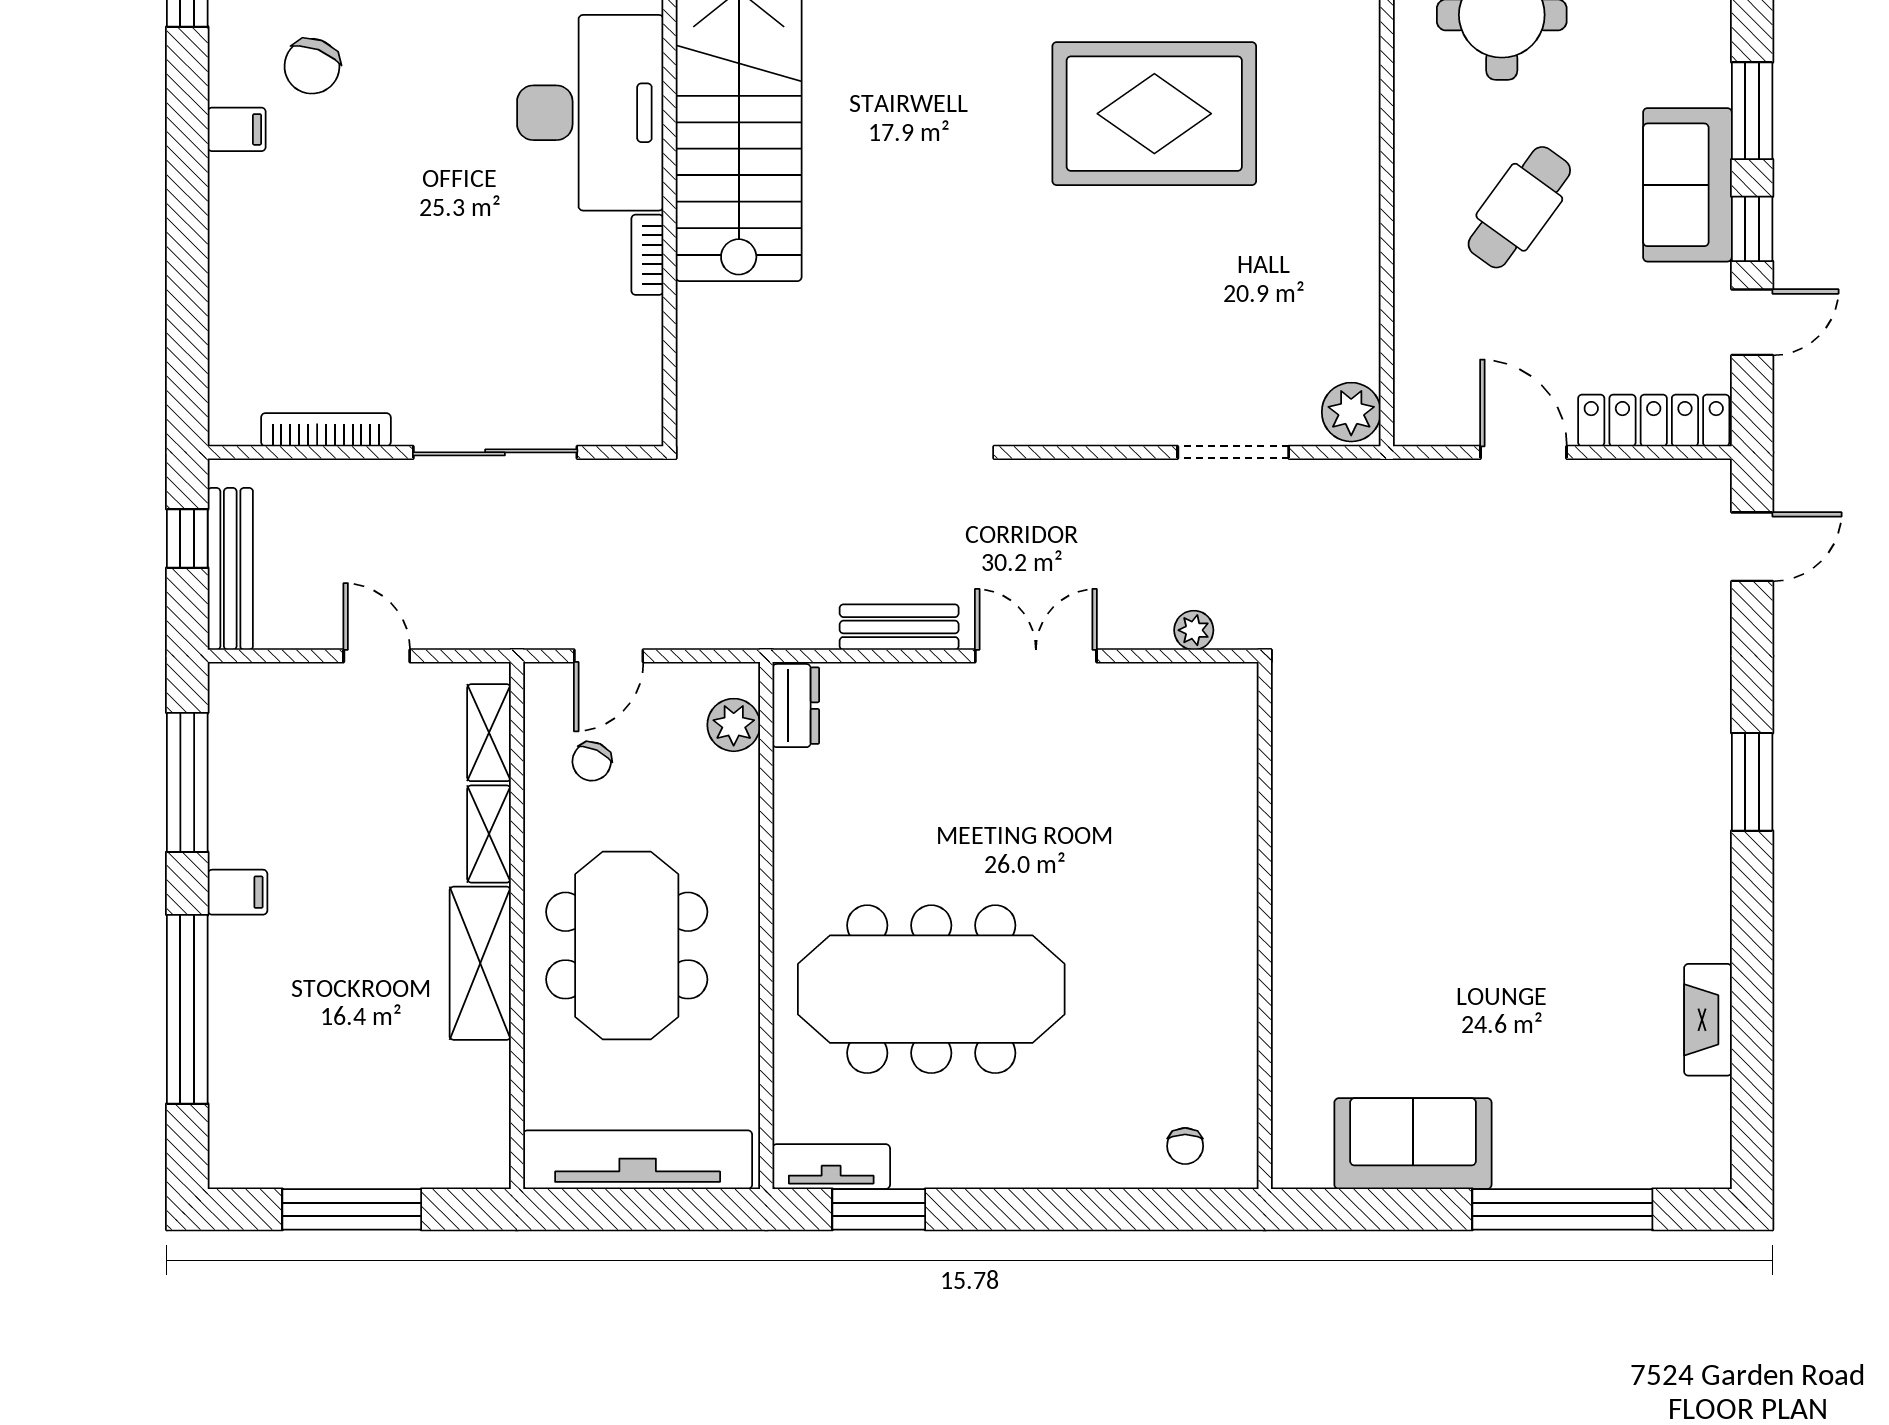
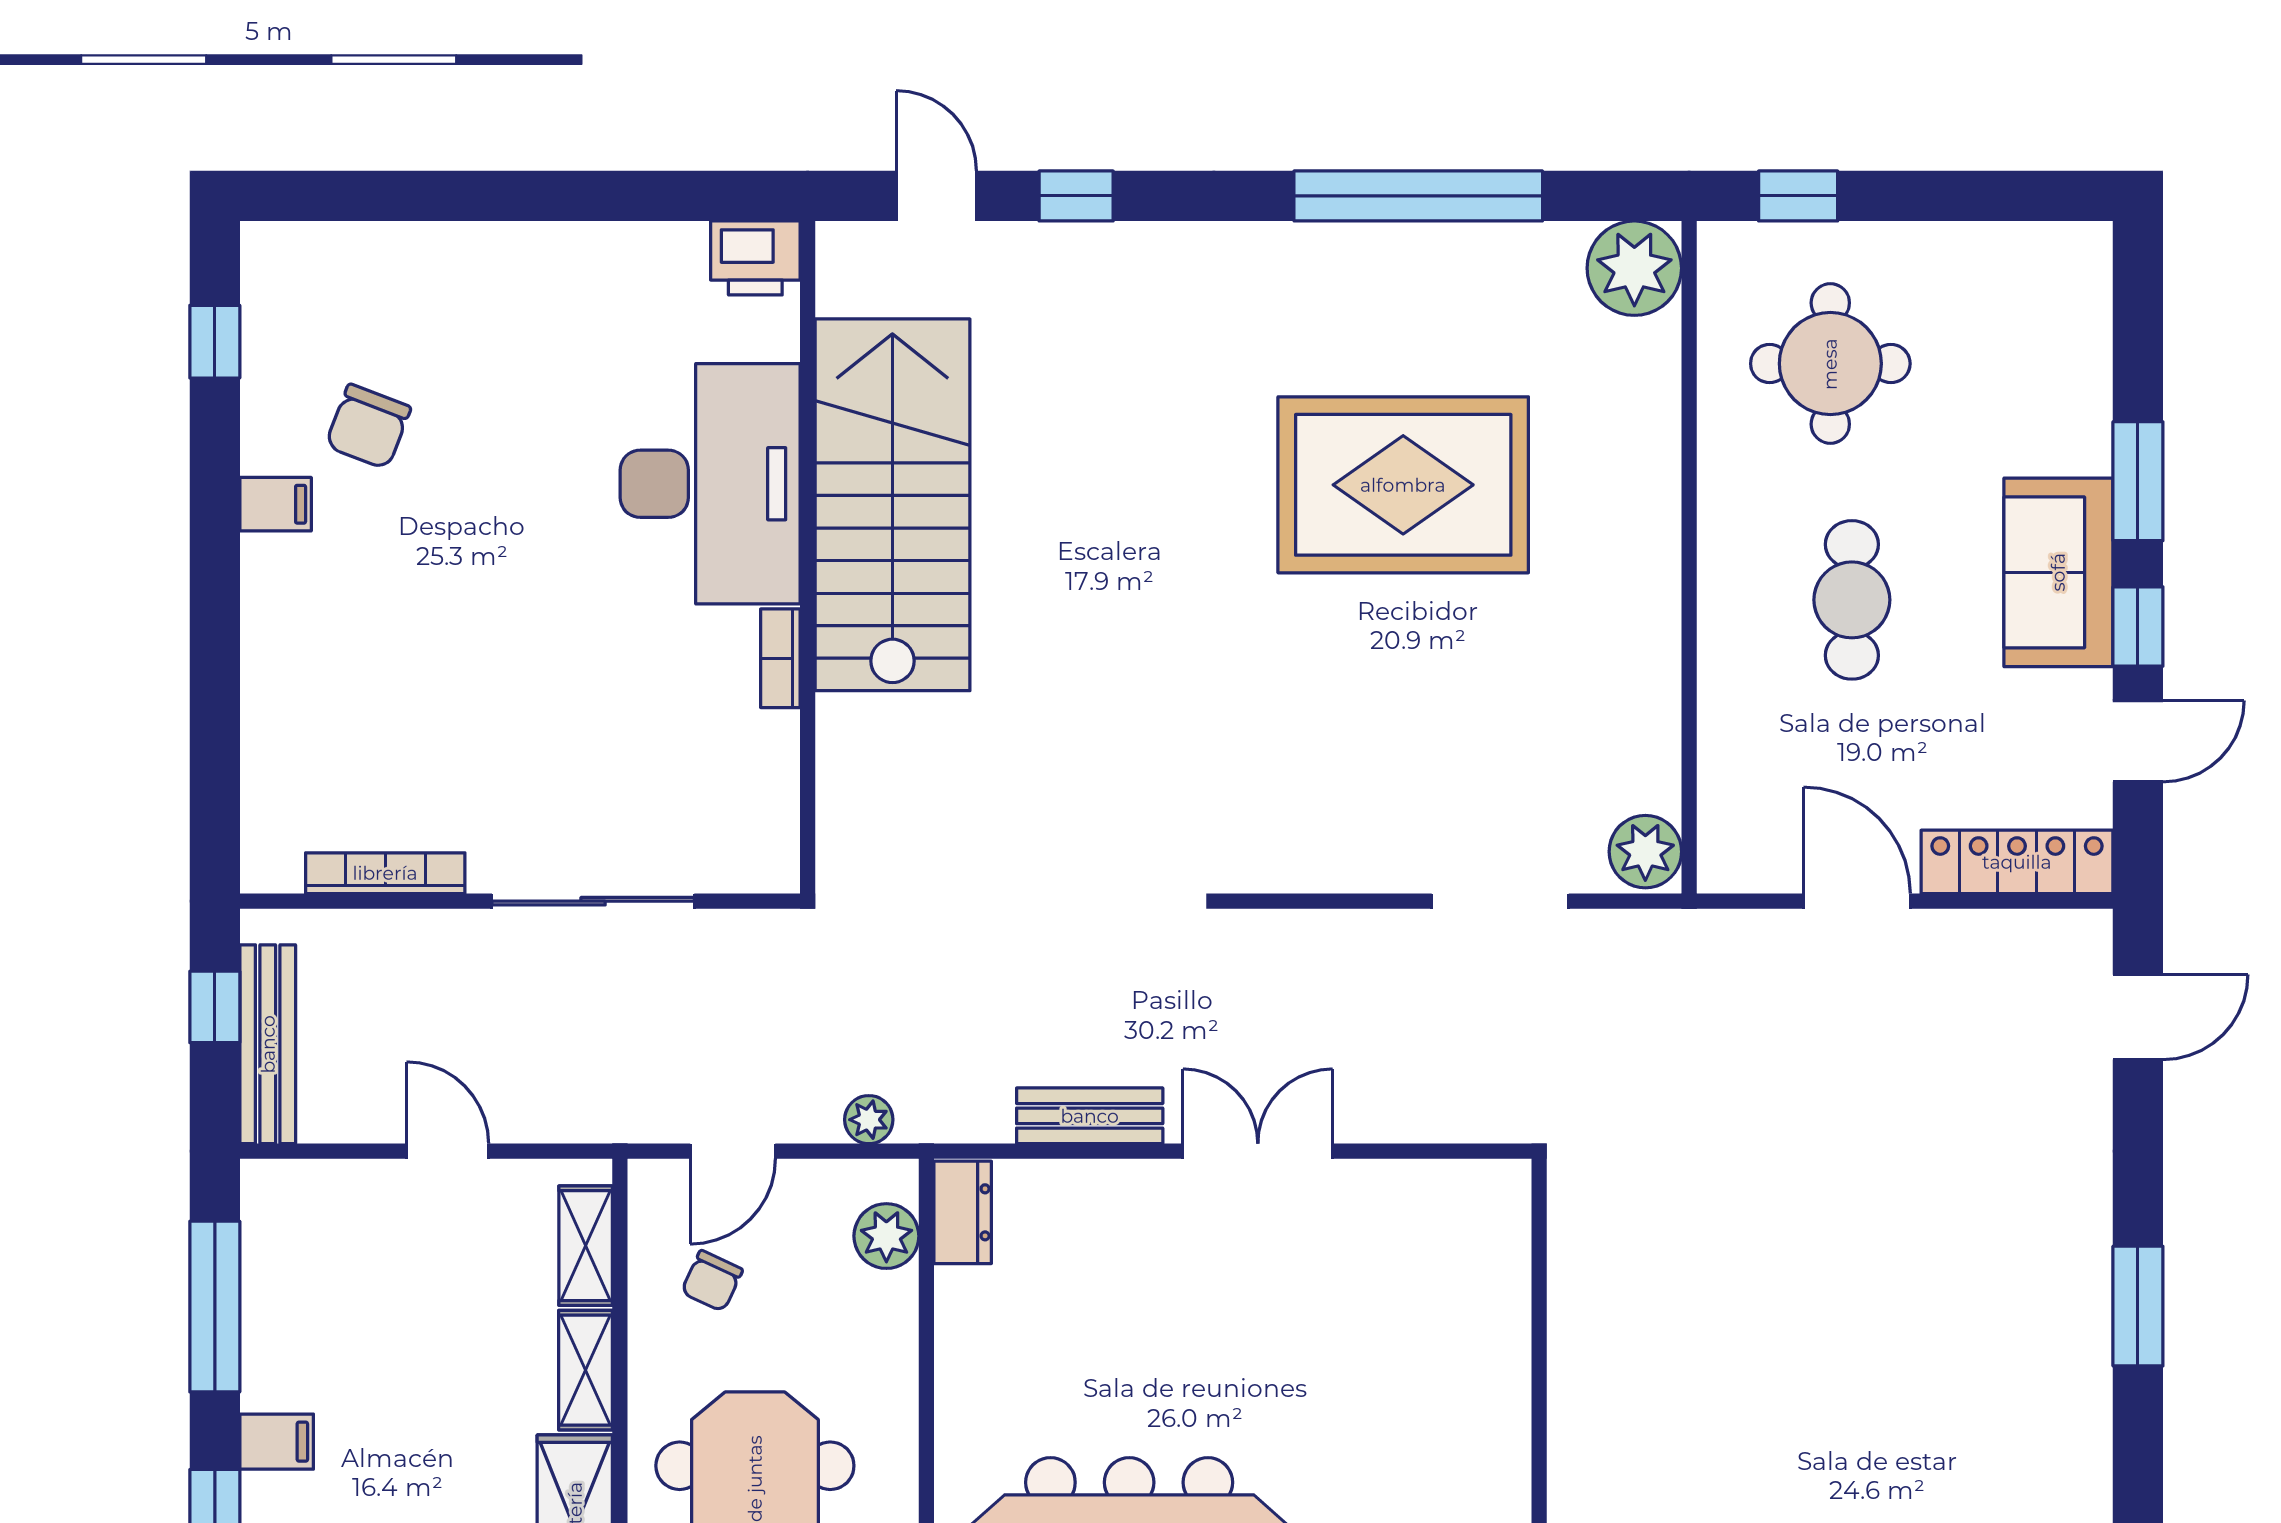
cafe table: (1519, 207) -> (1852, 600), turned -36
plant: (1194, 630) -> (869, 1120), moved

